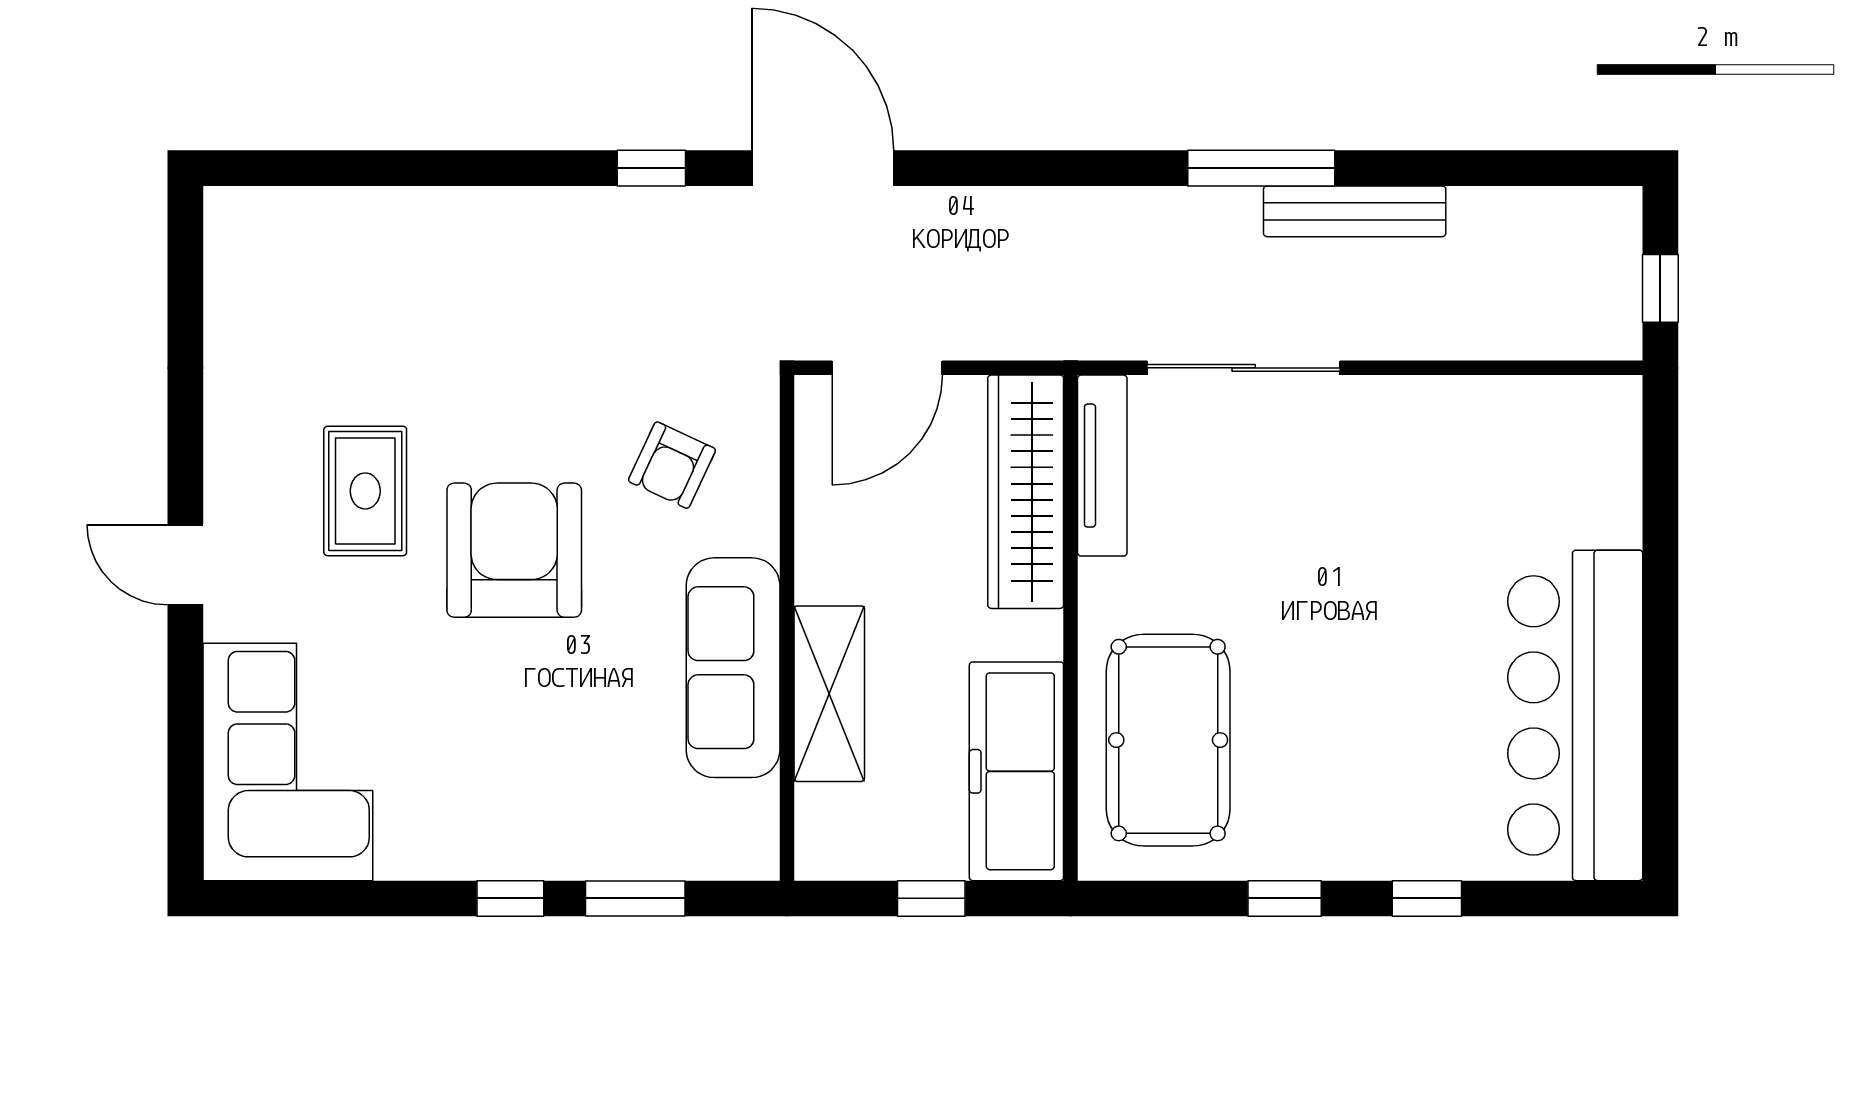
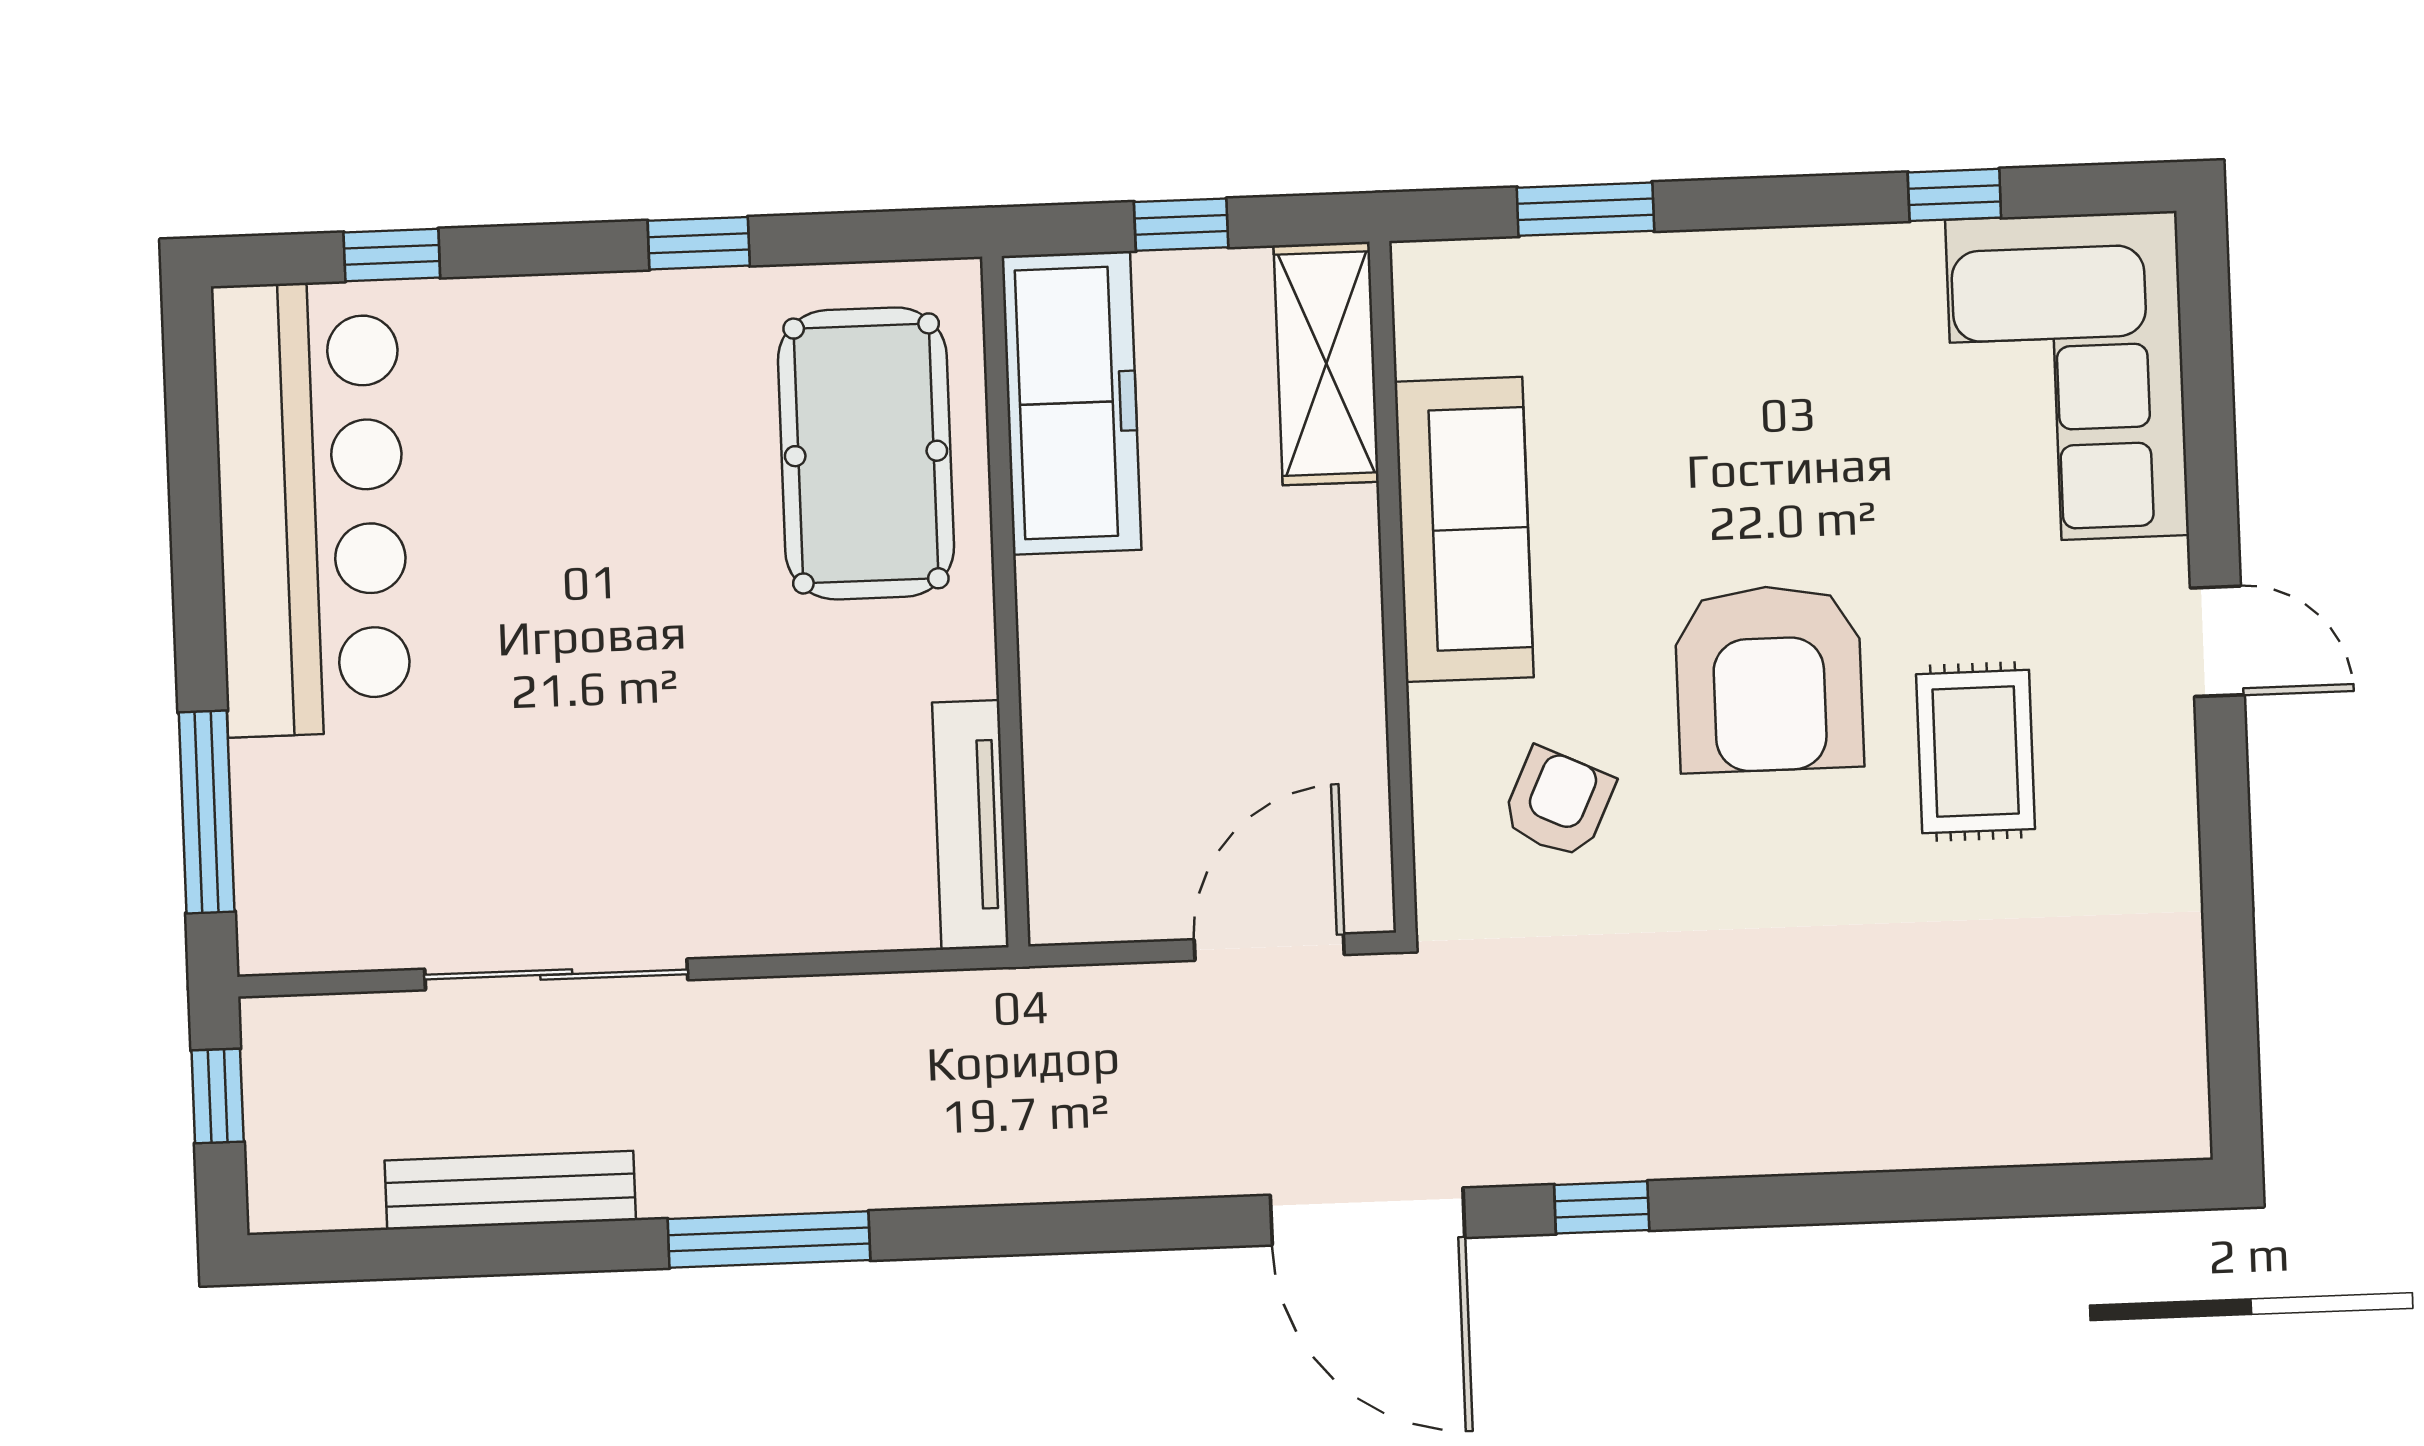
bench: (1355, 211) -> (510, 1190), moved
sliding door: (1244, 368) -> (556, 974), moved
wardrobe: (1026, 492) -> (1074, 785), removed
window: (1660, 496) -> (207, 812), added
shelving: (829, 694) -> (1326, 364), moved
window: (510, 898) -> (1954, 195), moved
window: (1427, 898) -> (392, 255), moved

